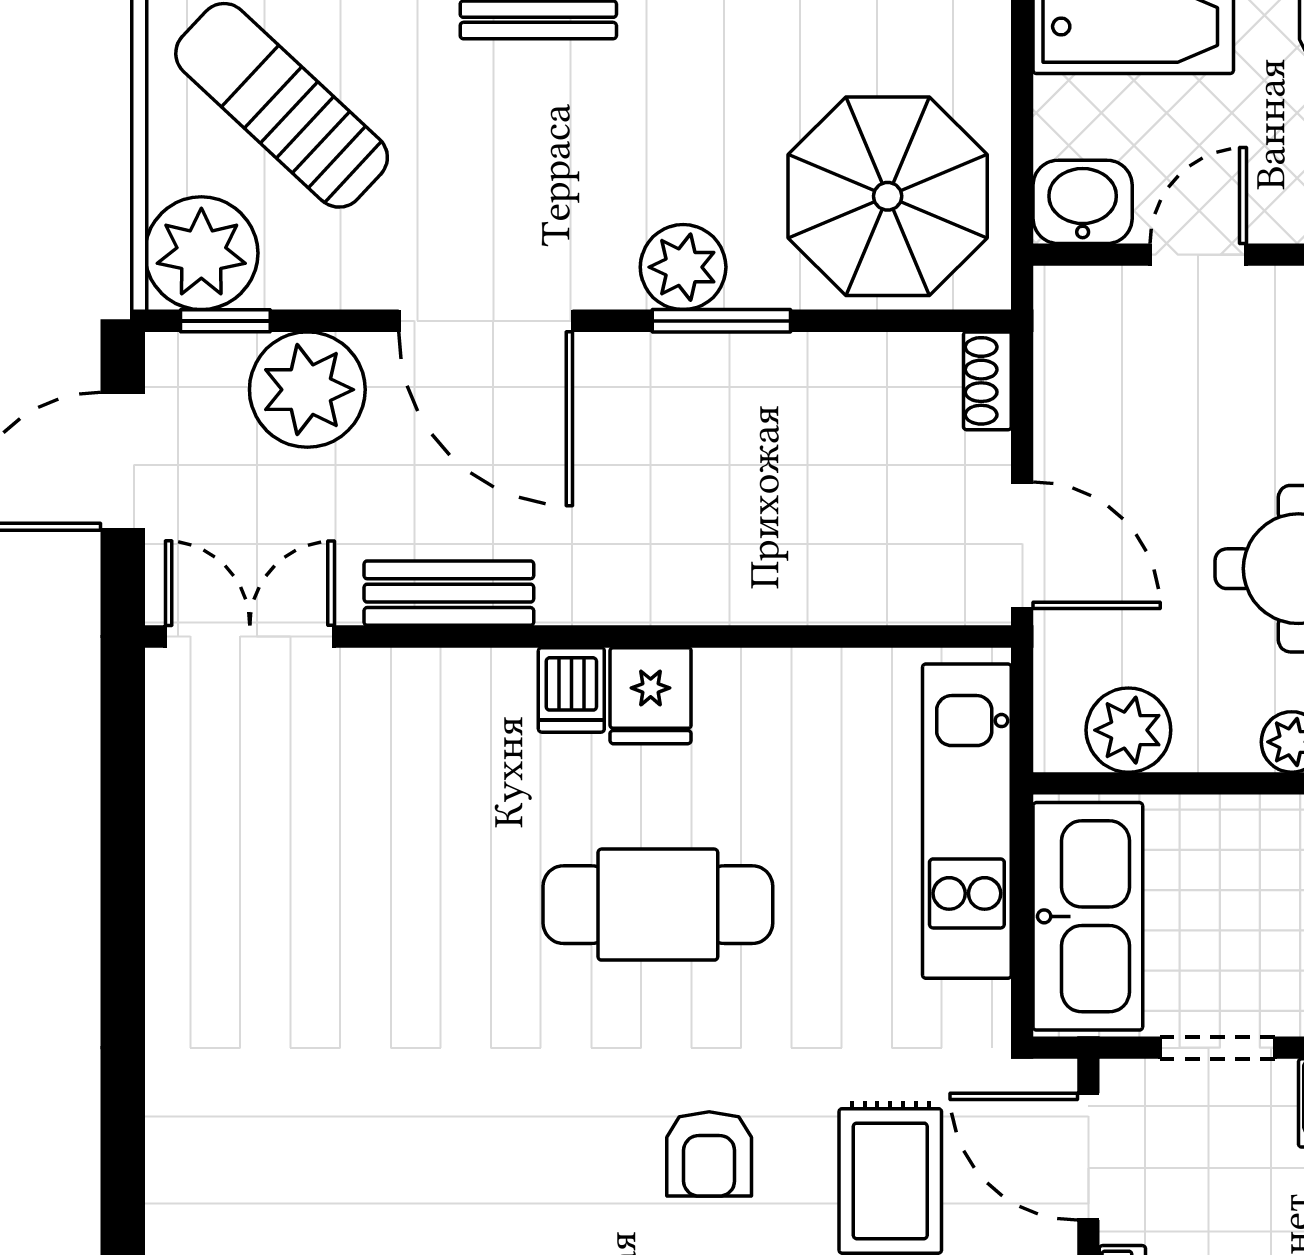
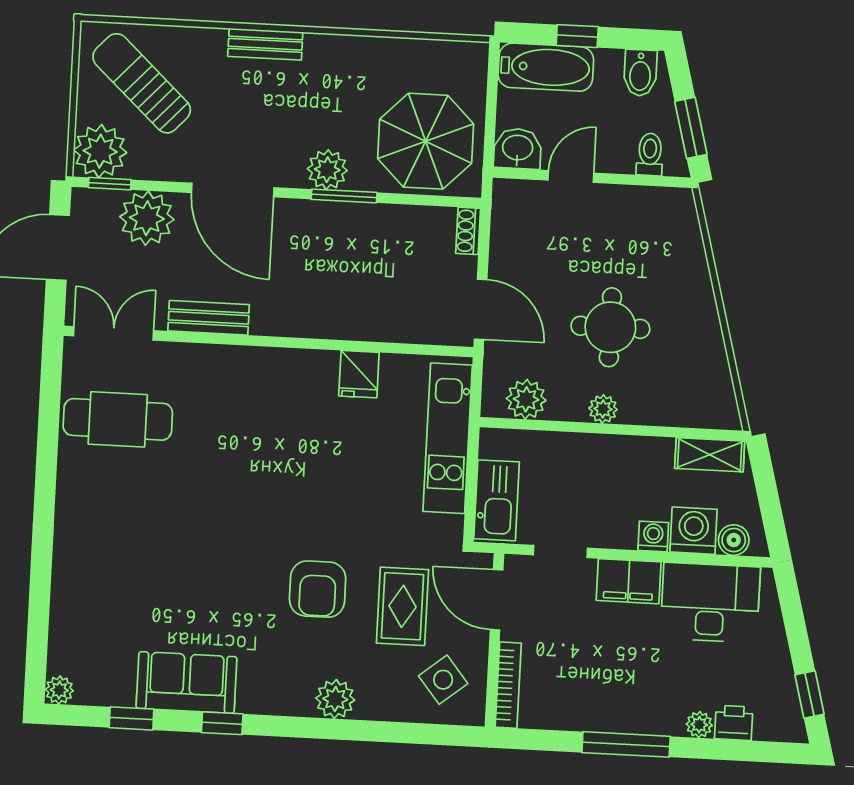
dishwasher: (571, 690) -> (264, 367), removed
fridge: (651, 696) -> (359, 374), moved
cafe table: (658, 905) -> (118, 419), moved
kitchen sink: (1088, 916) -> (497, 500), width x0.73, depth x0.81
armchair: (709, 1154) -> (318, 589), width x1.38, depth x1.38

